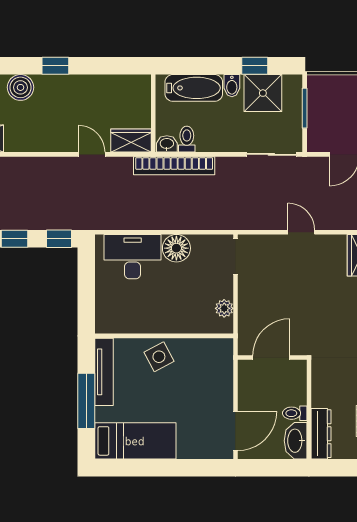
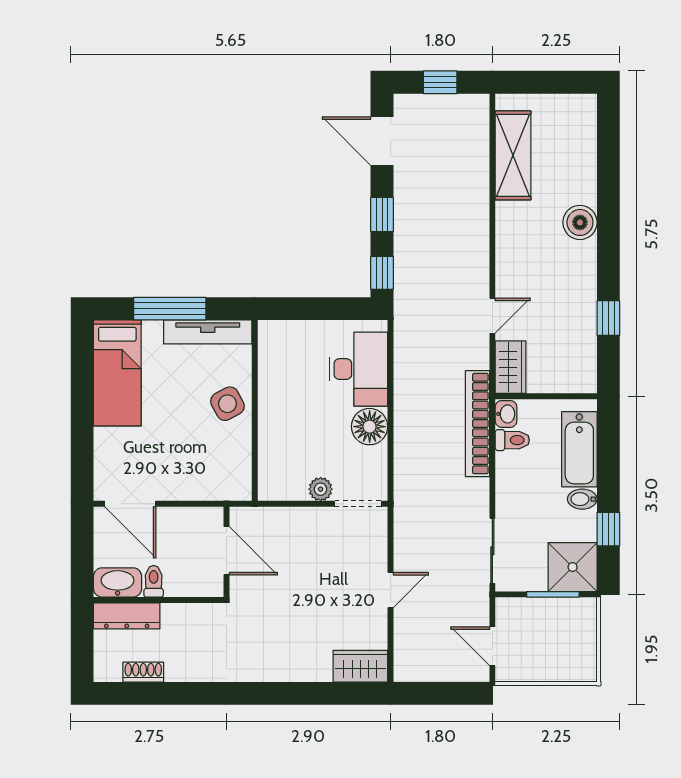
window: (55, 66) -> (608, 318), moved
shower: (263, 93) -> (573, 567), moved
plant: (224, 308) -> (321, 489), moved

